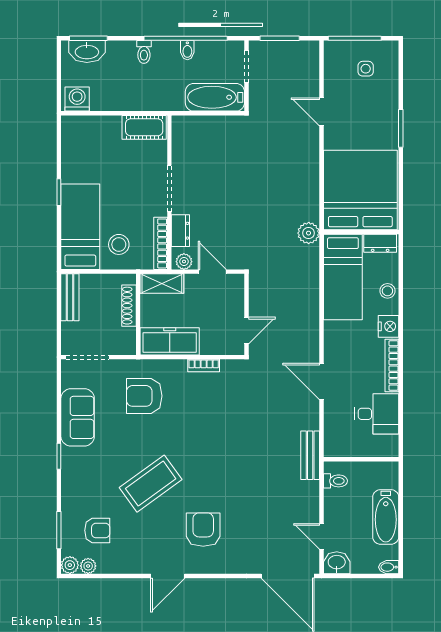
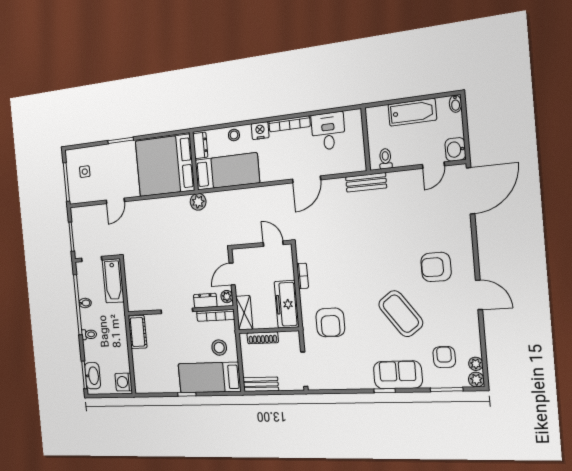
sofa: (78, 417) -> (398, 375), moved

